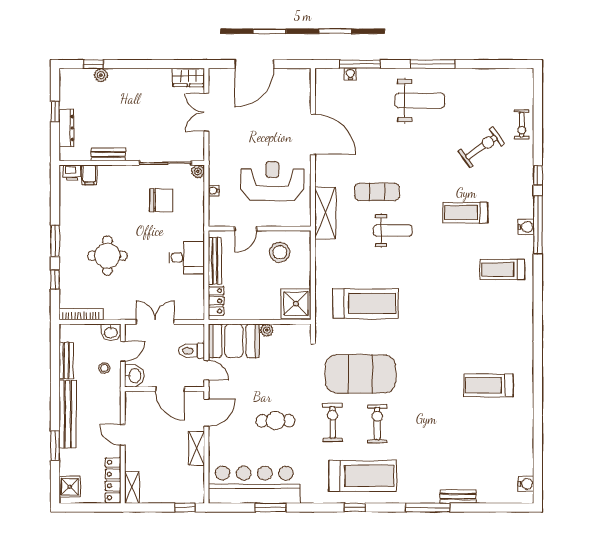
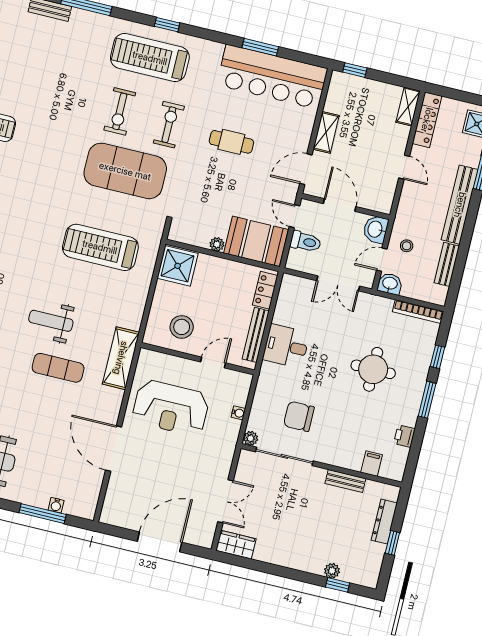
printer: (72, 173) -> (404, 436), moved, turned -90
exercise bike: (333, 422) -> (169, 125), turned 180

